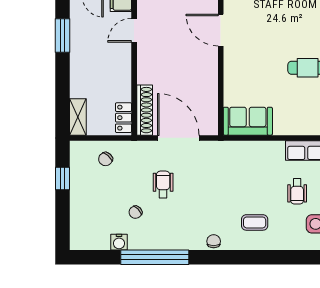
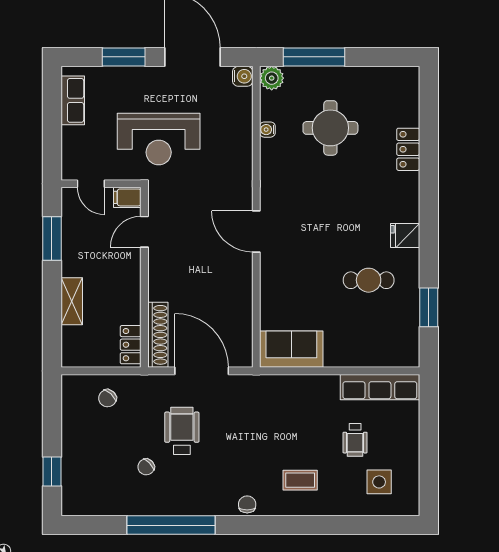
shelving: (78, 117) -> (72, 301), moved
window: (63, 178) -> (52, 471), moved
wheelchair: (163, 184) -> (182, 431), width x1.36, depth x1.37
water cooler: (119, 242) -> (125, 506), removed

